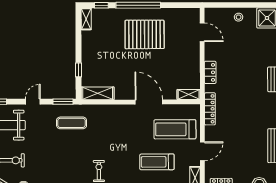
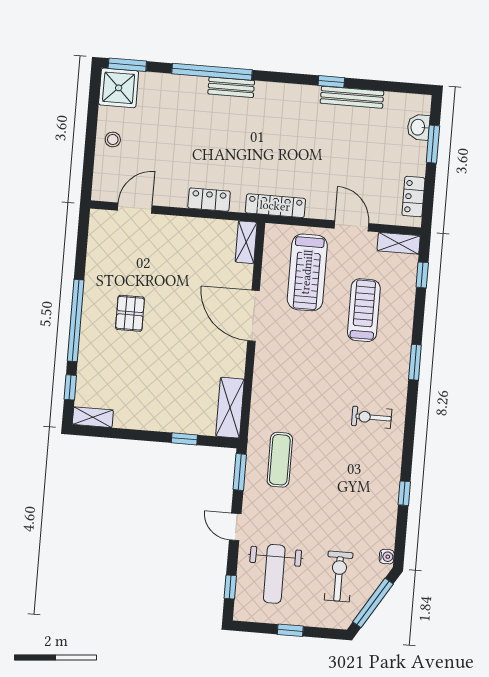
pallet: (145, 34) -> (130, 313), width x0.49, depth x0.50
door: (149, 102) -> (254, 316), hinge flipped
treadmill: (157, 162) -> (364, 310), turned 180

